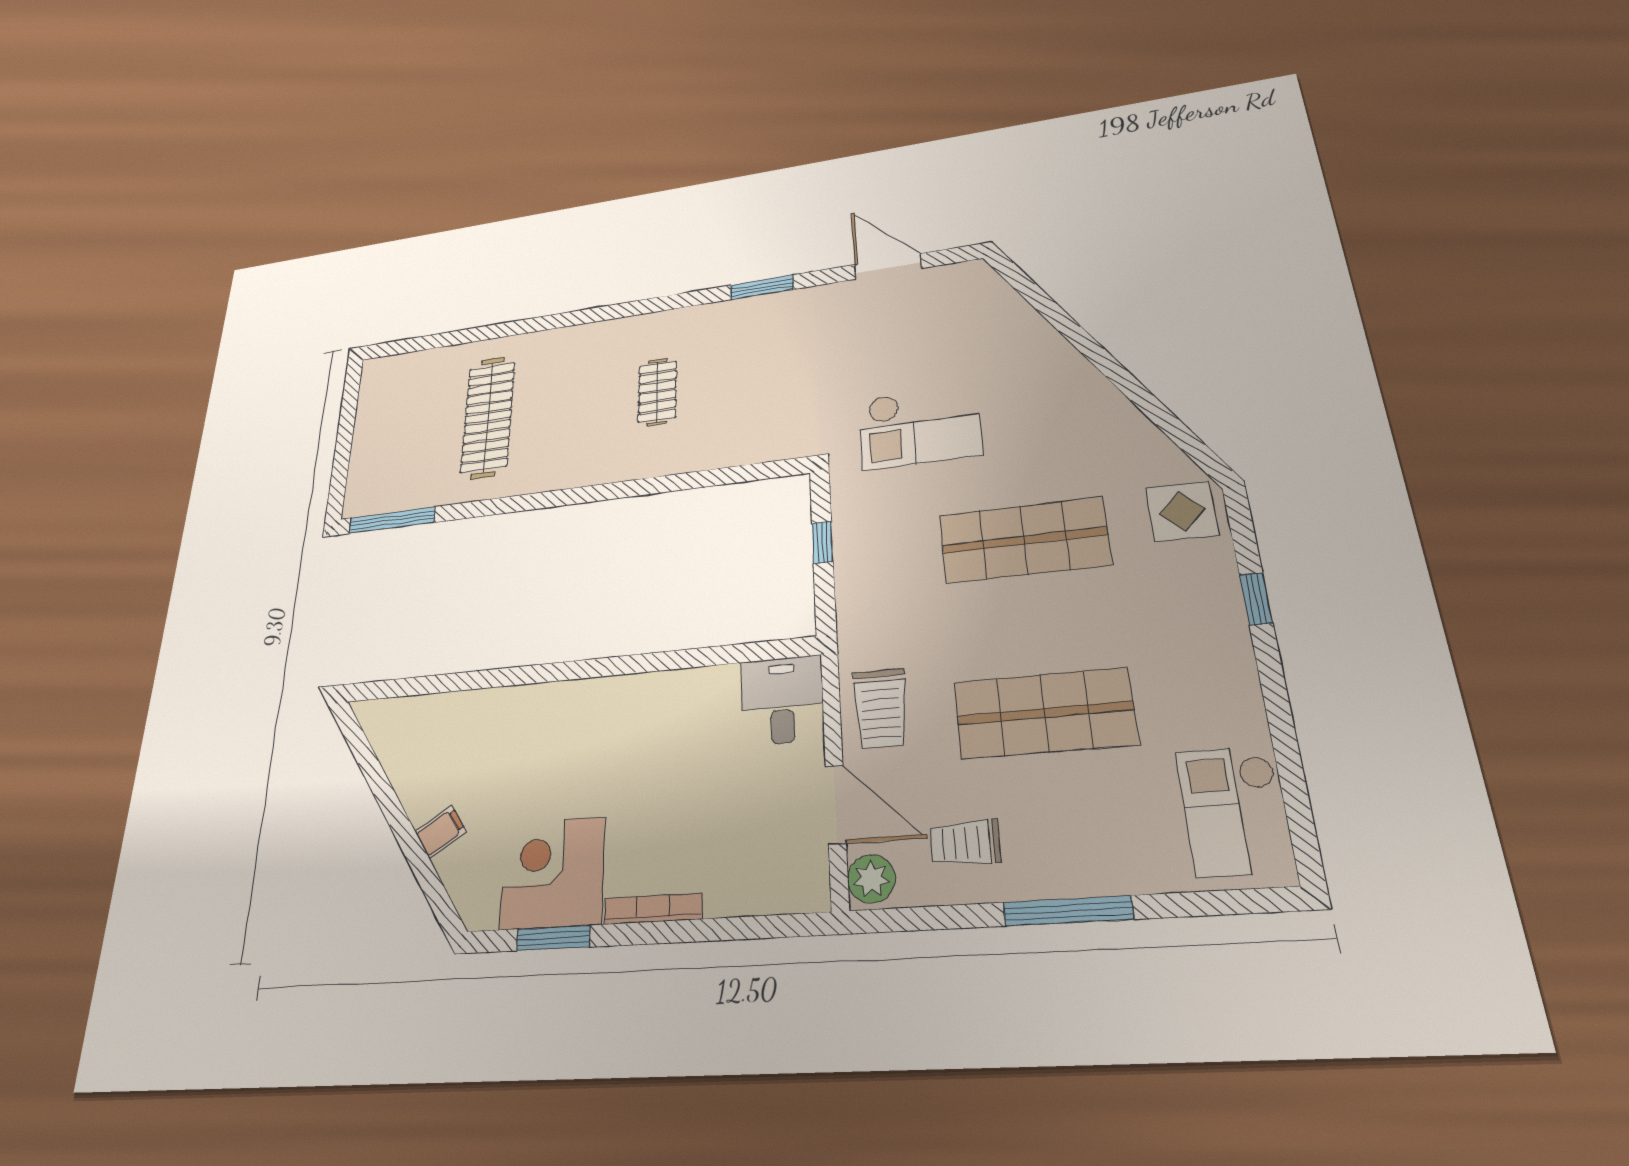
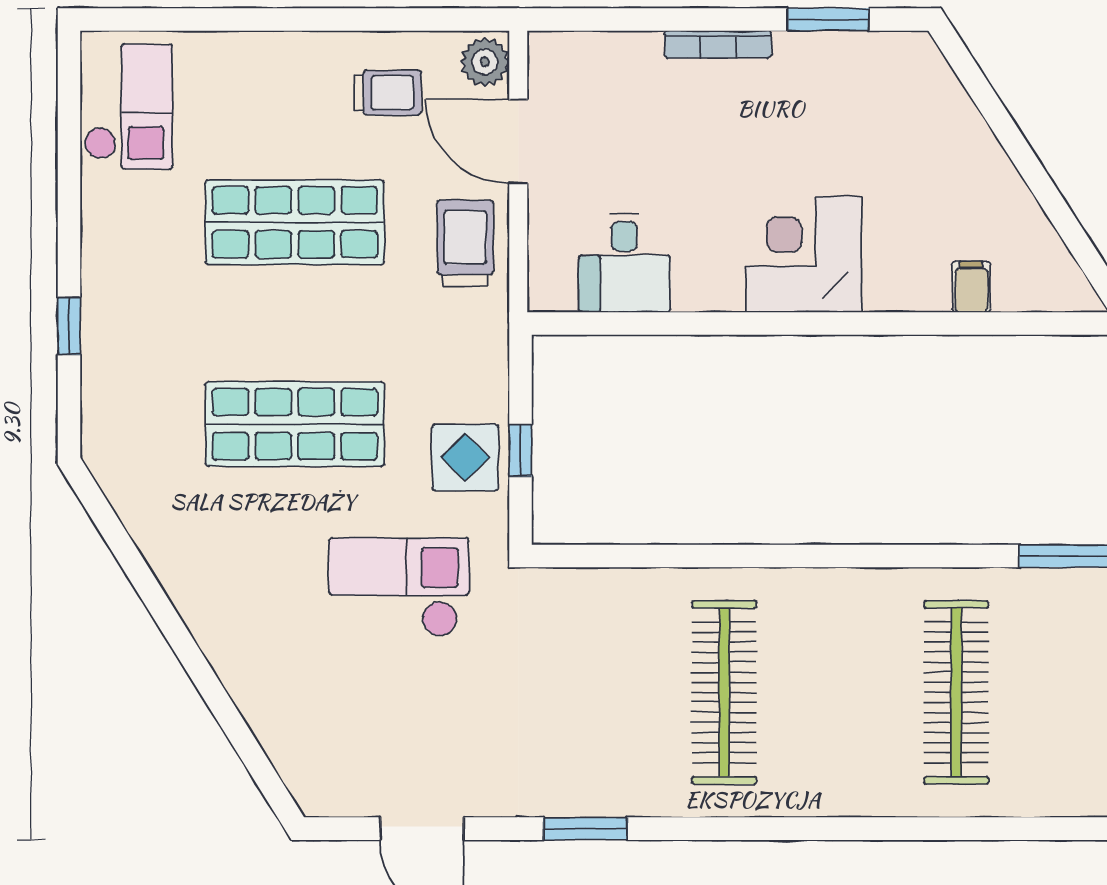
clothes rail: (657, 392) -> (724, 692), width x1.86, depth x1.31
display table: (1182, 511) -> (465, 458), moved
desk: (782, 700) -> (624, 263), moved
filing cabinet: (441, 832) -> (971, 287), moved, turned 123
corner desk: (553, 873) -> (804, 254), moved, turned 180
window: (1068, 911) -> (295, 19), removed

